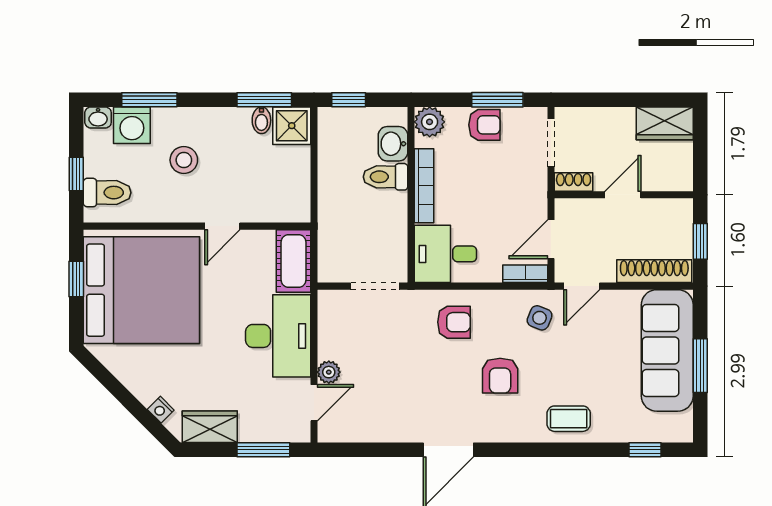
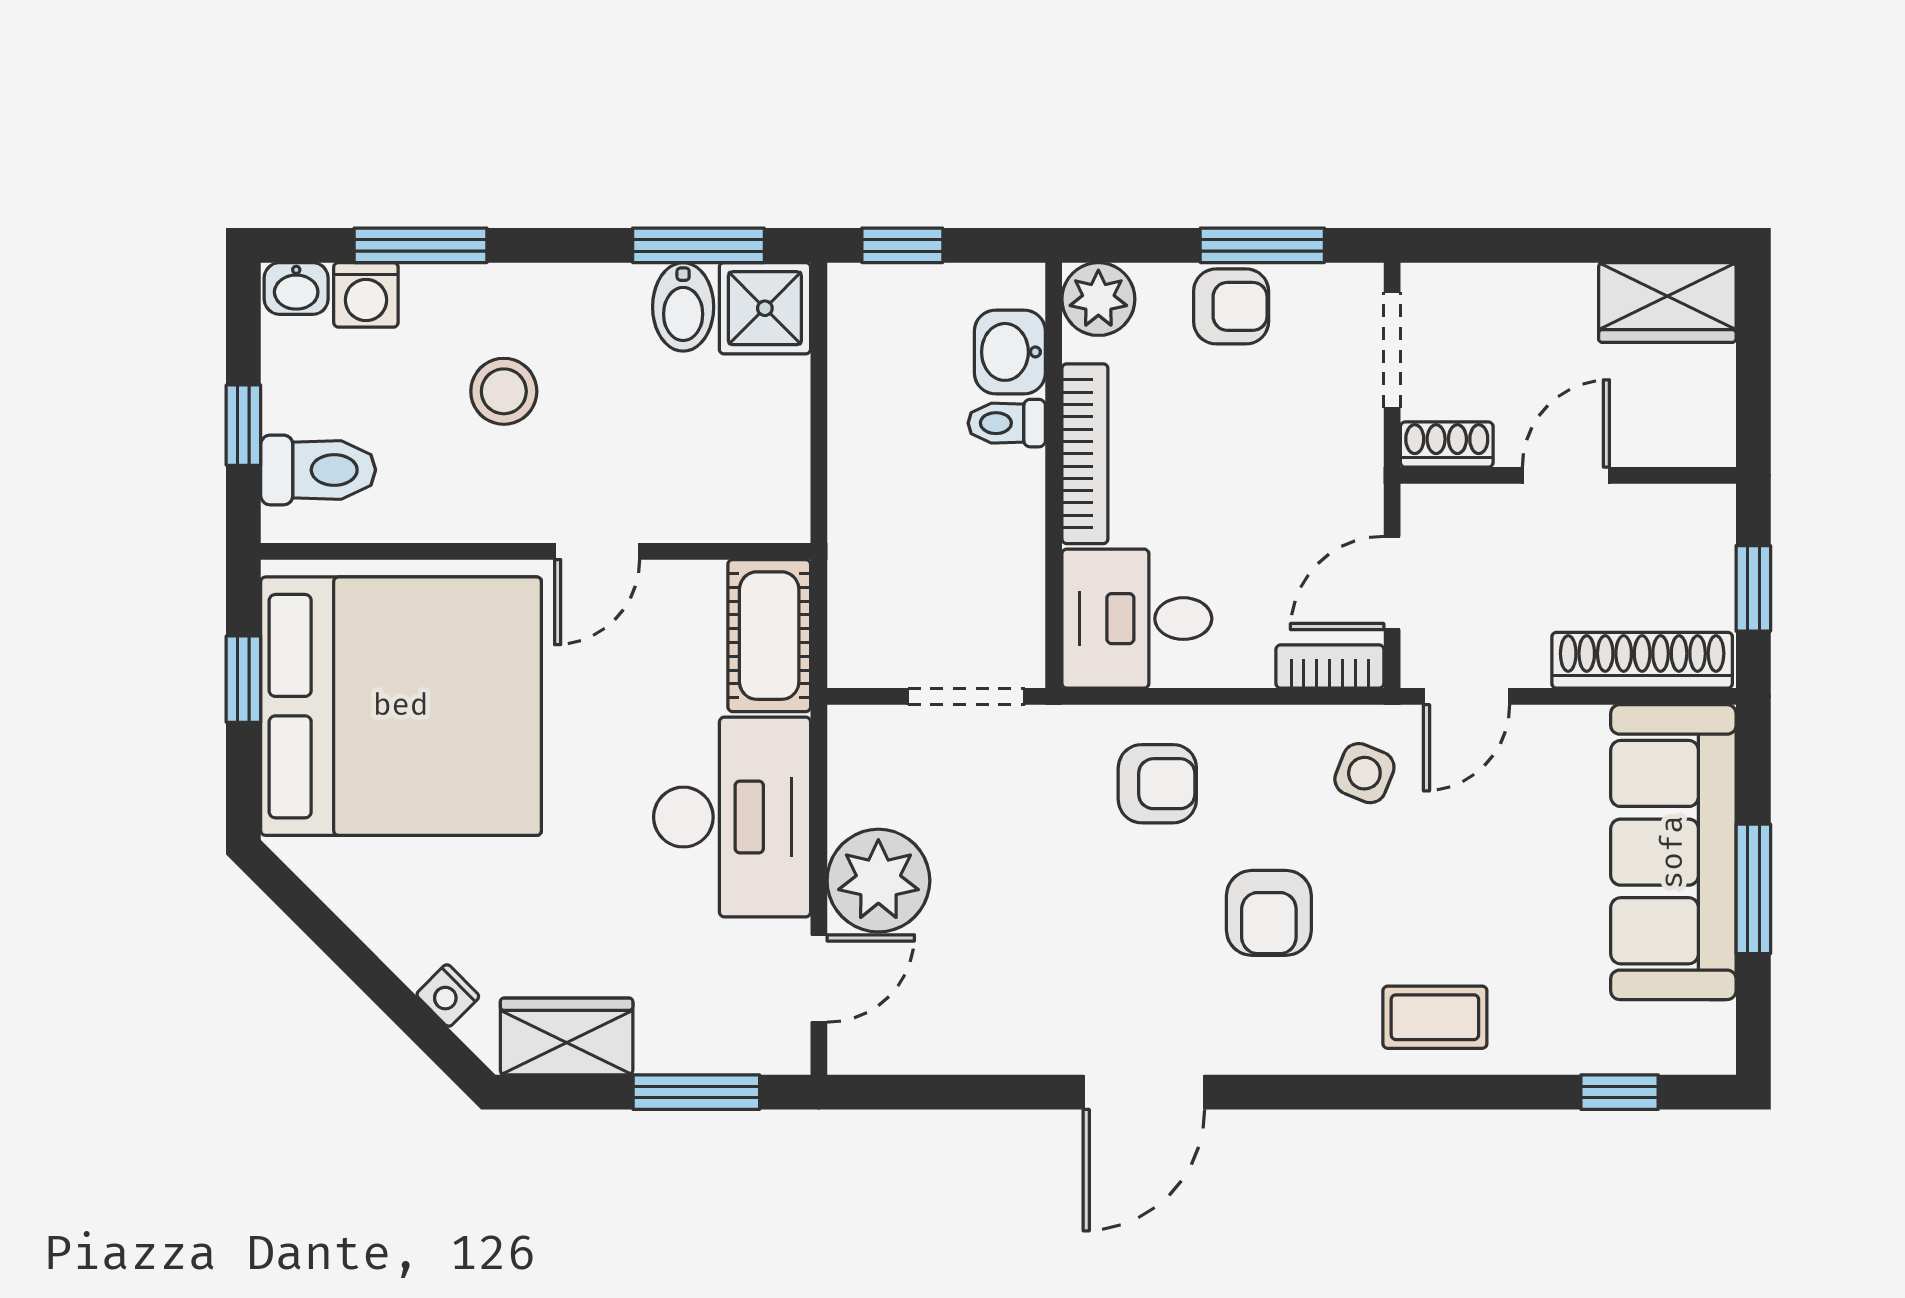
bidet: (261, 120) -> (683, 307), width x1.38, depth x1.36
washing machine: (132, 125) -> (366, 295), width x0.73, depth x0.73
toilet: (386, 177) -> (1007, 423), width x0.73, depth x0.72
plant: (329, 372) -> (878, 881), width x1.88, depth x1.88

